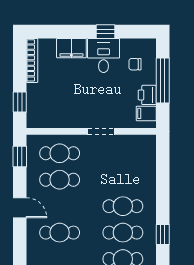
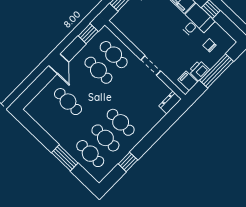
dresser: (149, 147) -> (170, 102), added

